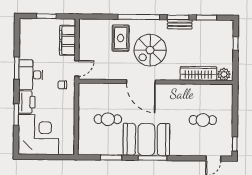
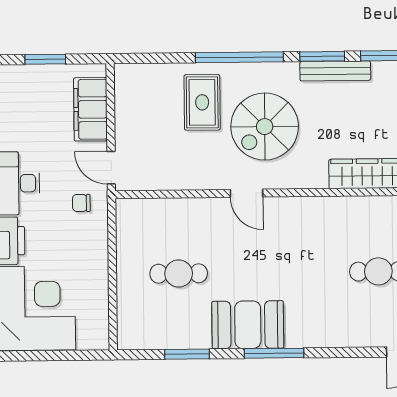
bench: (180, 24) -> (335, 71), width x1.36
door: (77, 68) -> (111, 168), swing flipped
door: (141, 82) -> (246, 193), width x0.53
booth: (146, 139) -> (248, 325), width x0.73, depth x0.70

